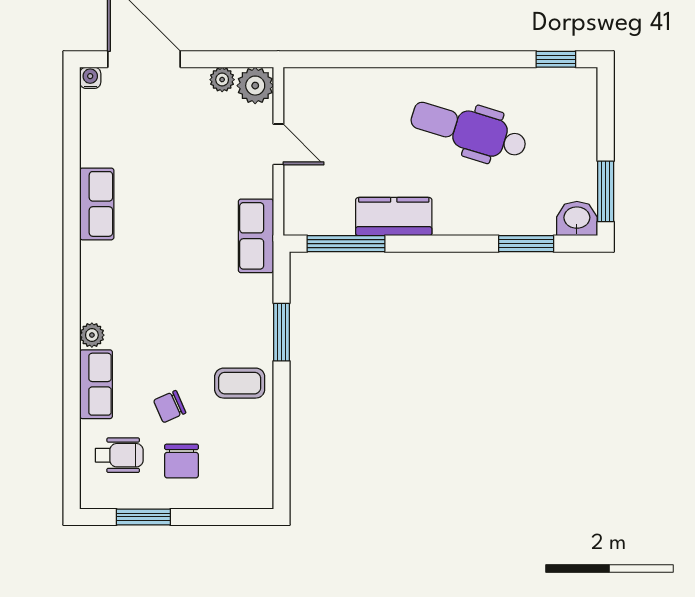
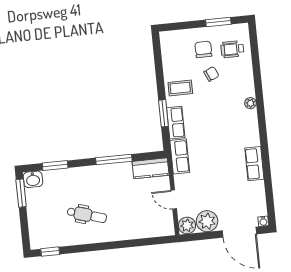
plant: (222, 80) -> (207, 221), width x1.88, depth x1.88
dental chair: (469, 130) -> (87, 215), width x0.73, depth x0.72
kitchen counter: (394, 217) -> (151, 168), moved
window: (346, 244) -> (114, 159), moved
row of seats: (96, 384) -> (176, 123), moved, turned 180

